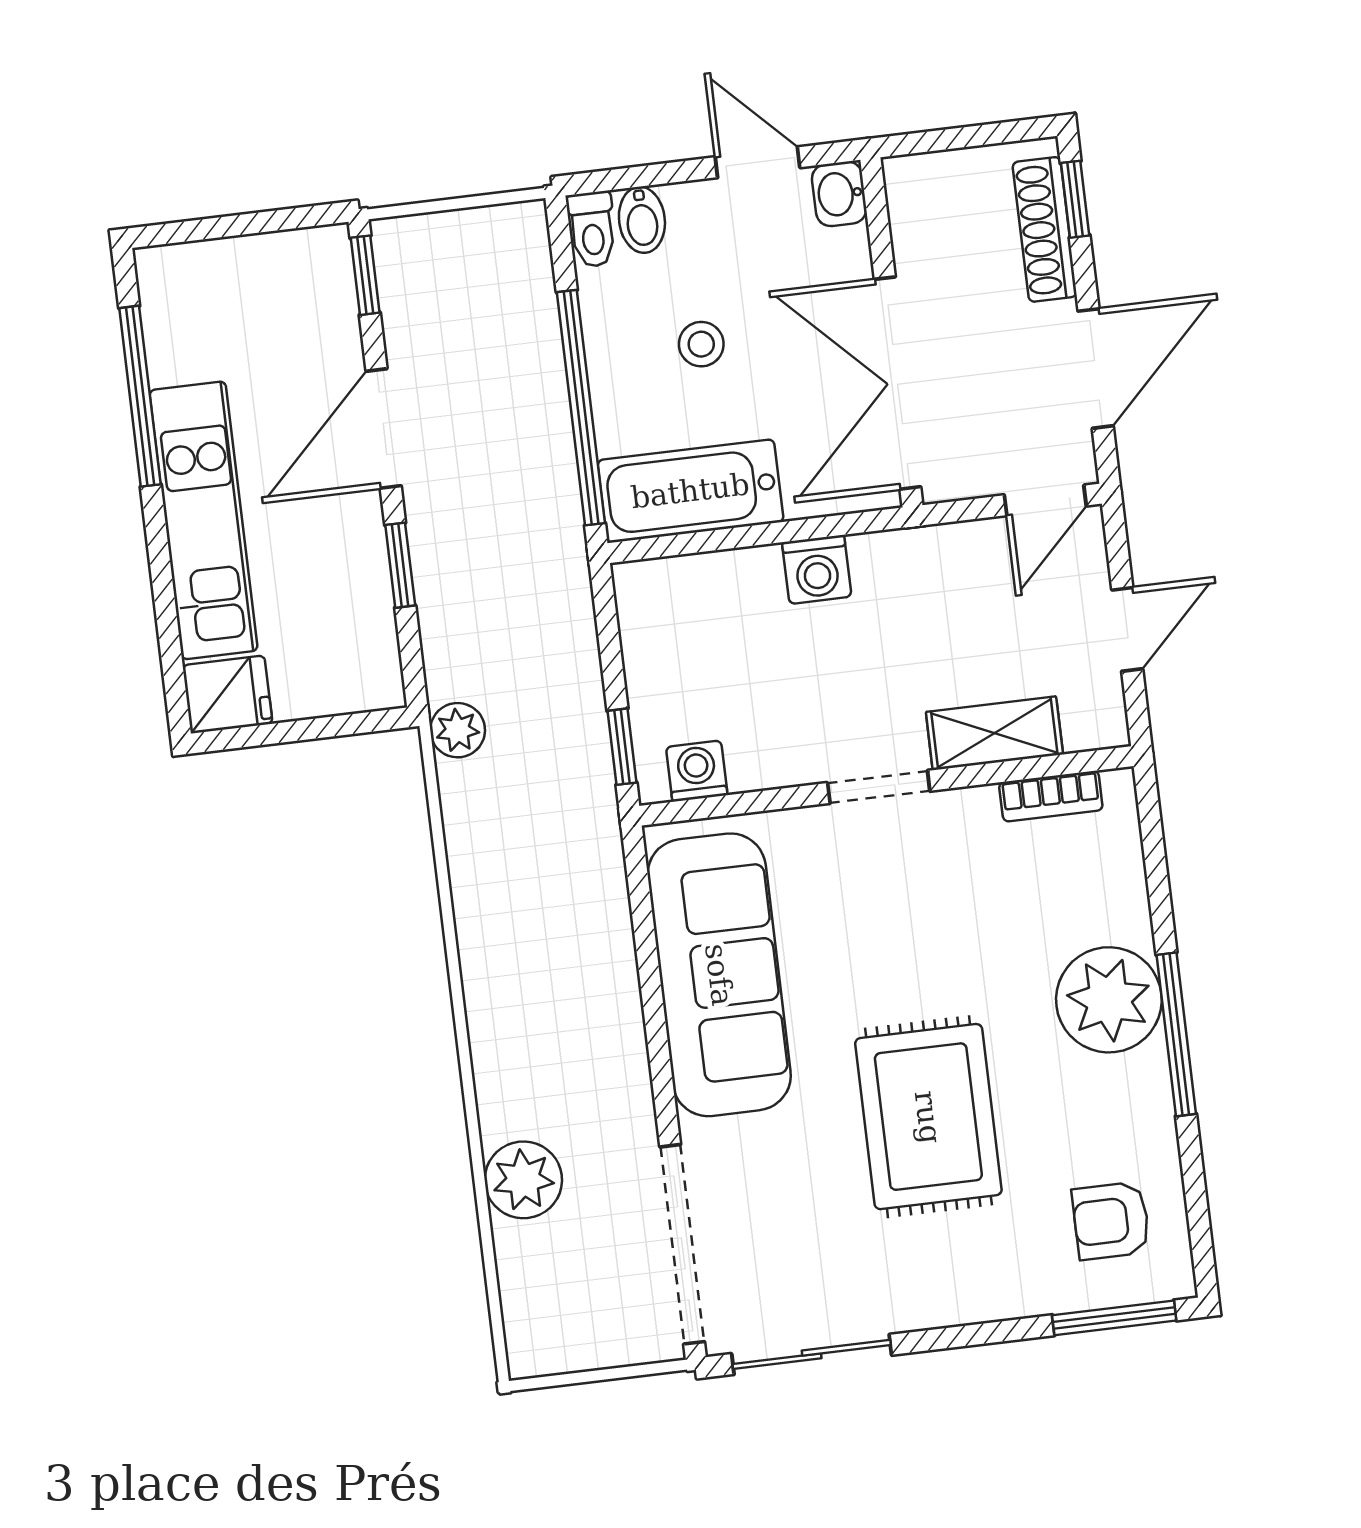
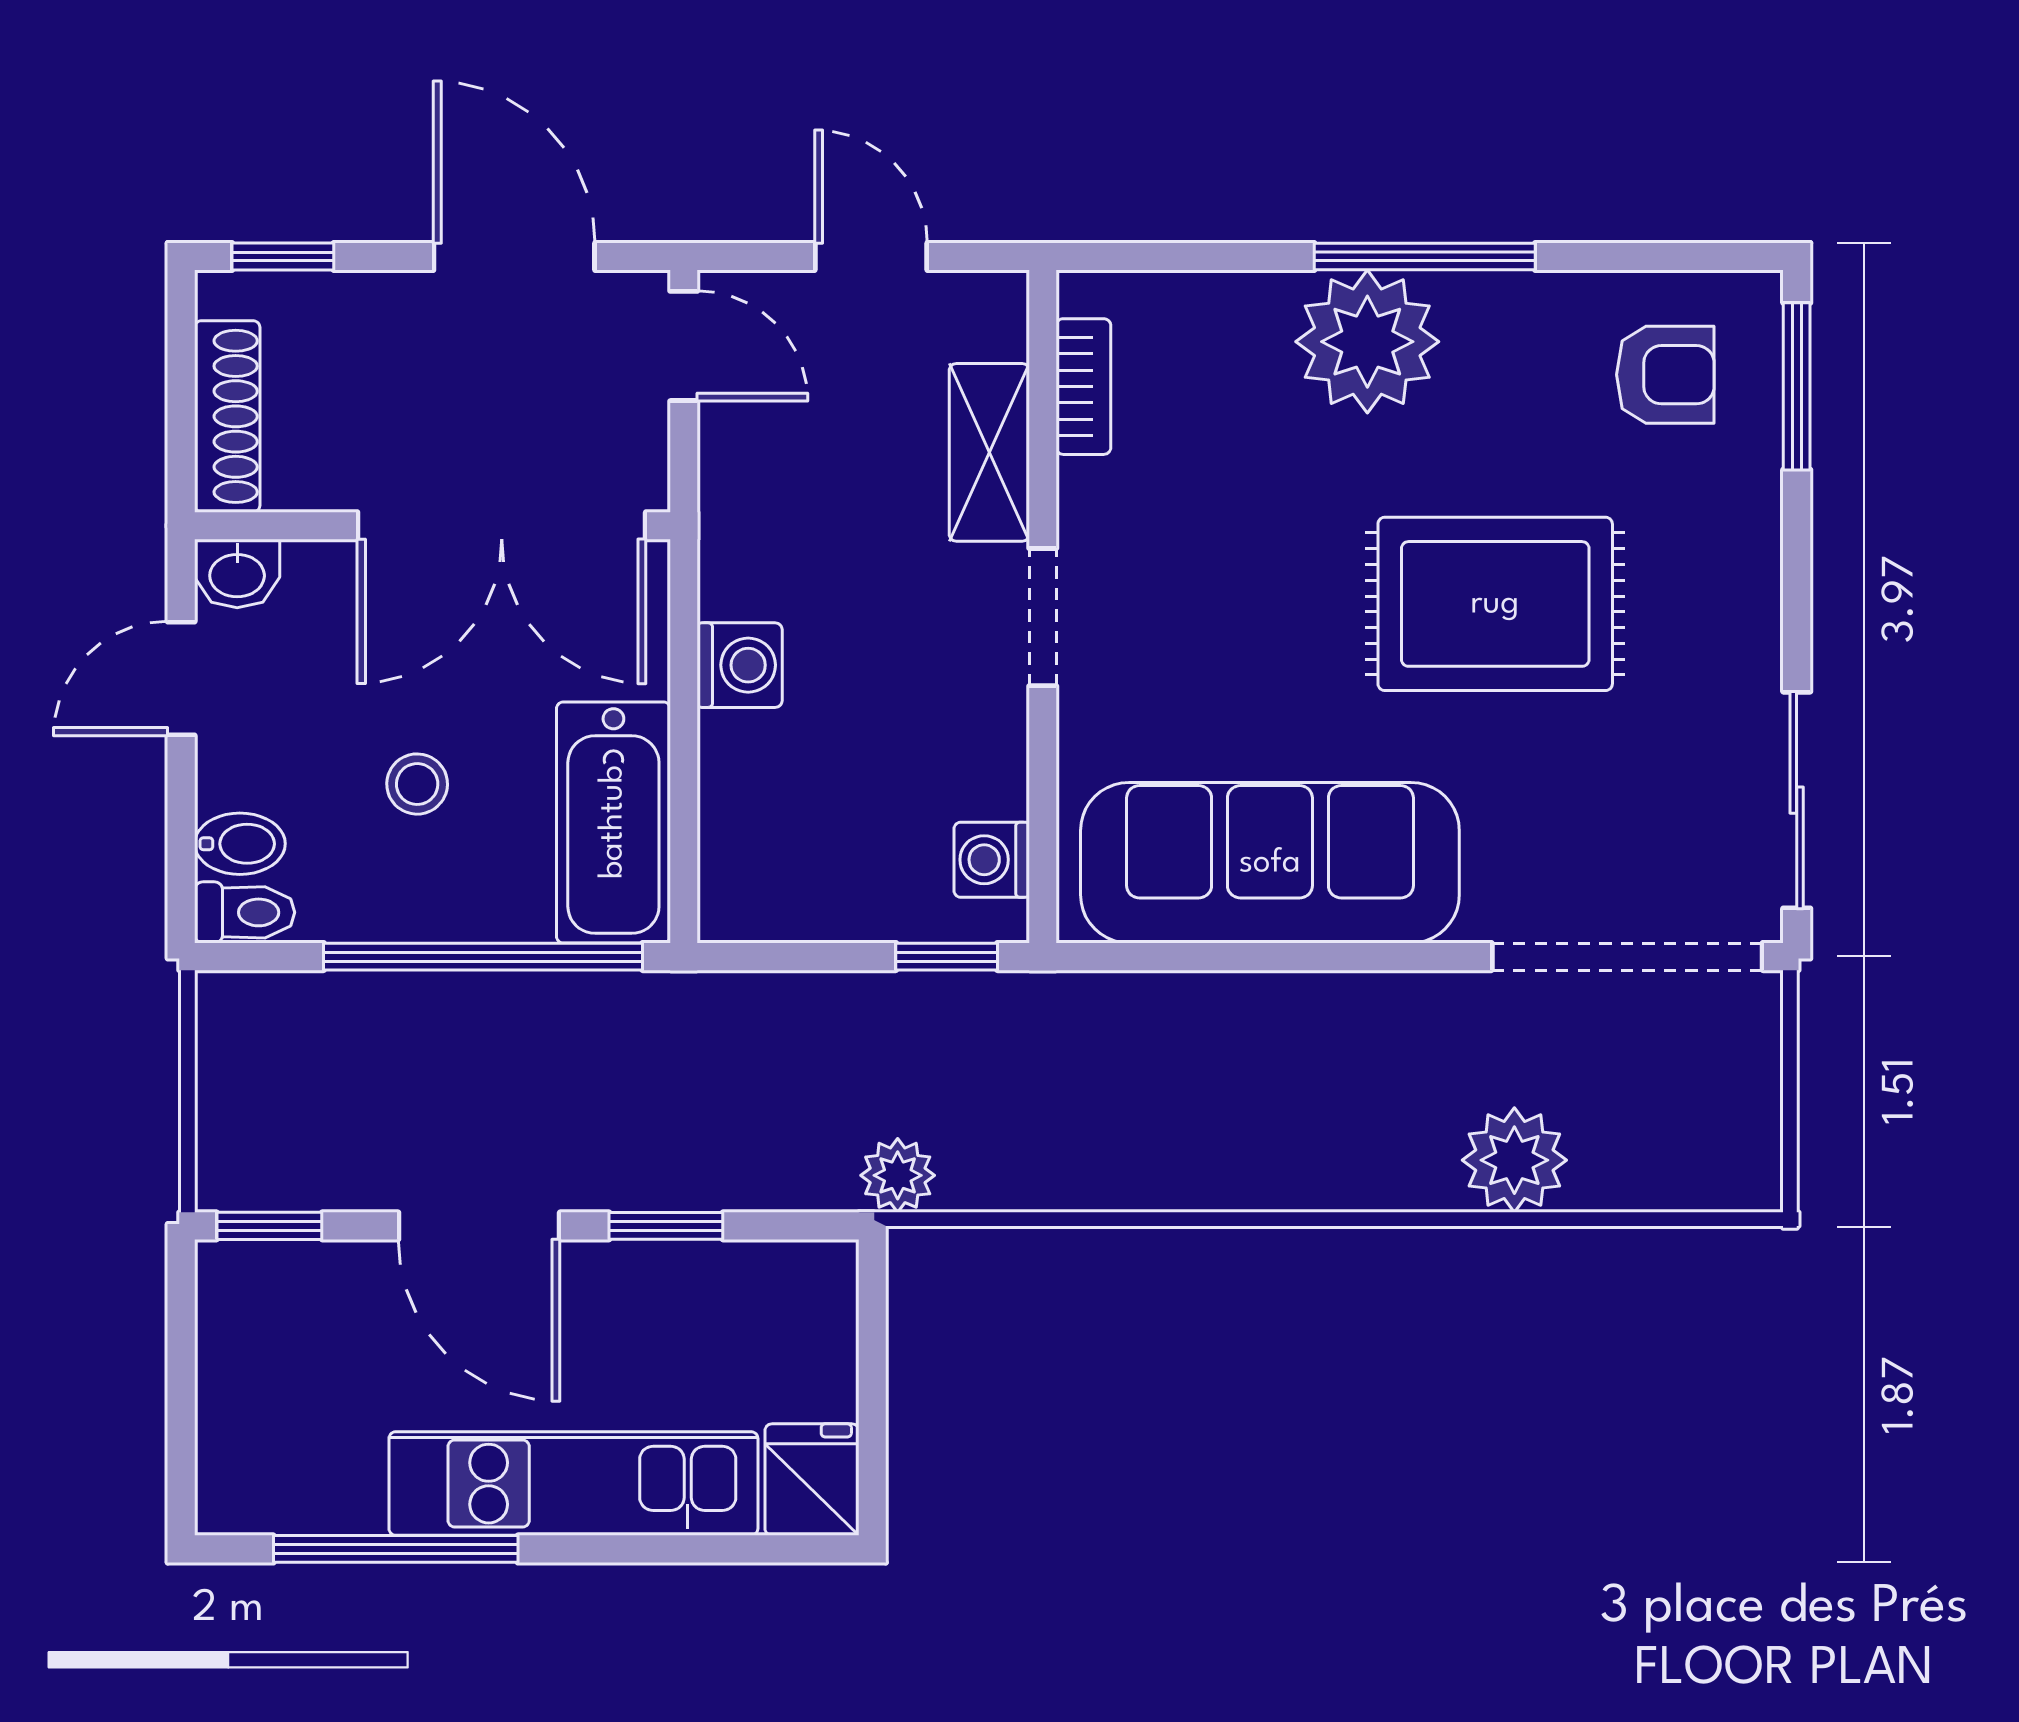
shoe rack: (1045, 229) -> (227, 416), moved, turned -90
armchair: (1111, 1221) -> (1665, 375), turned -90

